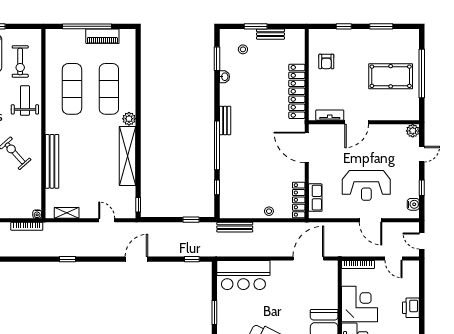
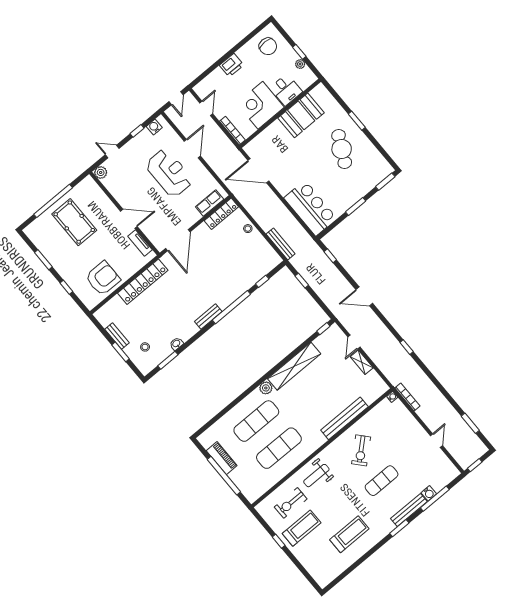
exercise bike: (20, 61) -> (291, 503), turned 180
armchair: (326, 61) -> (103, 278), width x1.88, depth x1.88
shelving: (67, 213) -> (362, 362), moved

